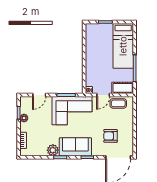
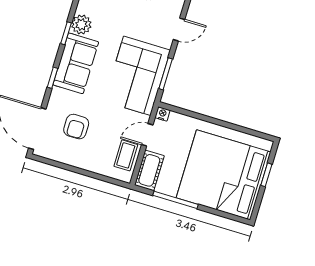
bed: (123, 46) -> (224, 175), width x2.04
door: (39, 95) -> (179, 30), swing flipped
door: (103, 95) -> (147, 135), hinge flipped
armchair: (110, 136) -> (76, 127), turned 180

